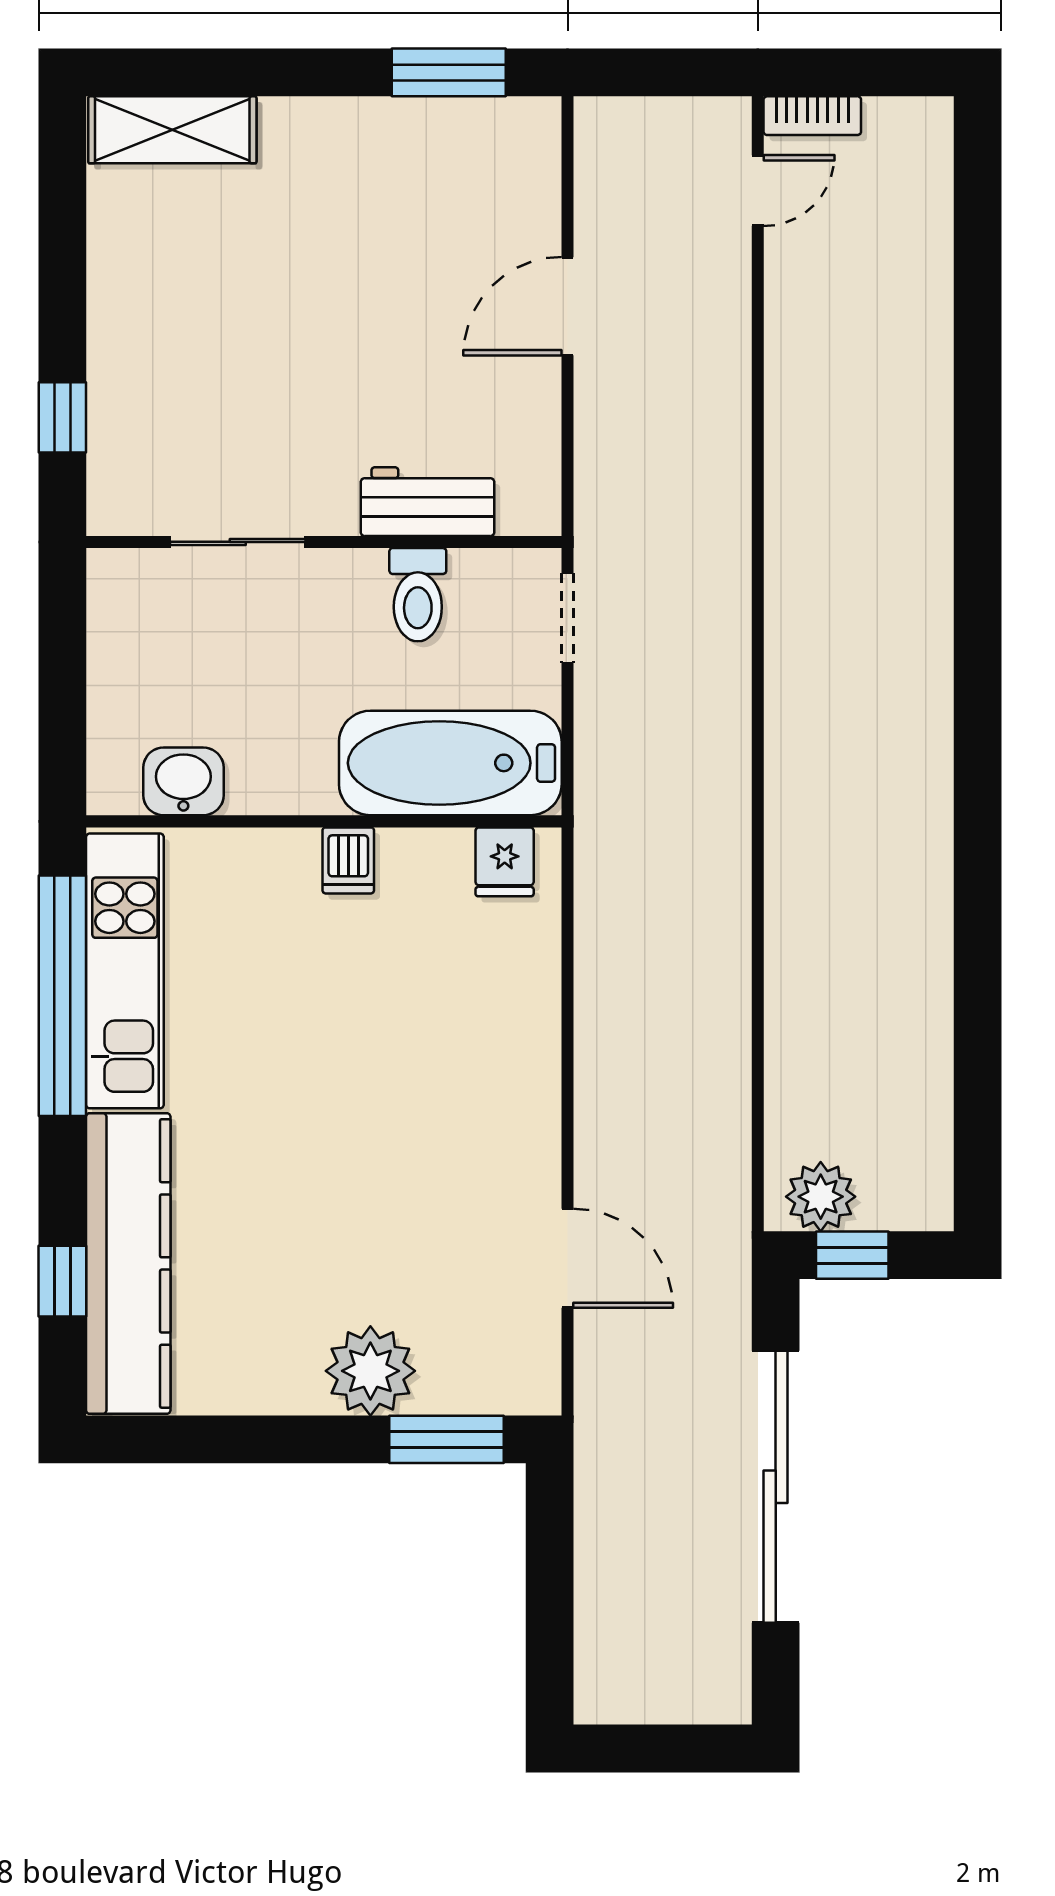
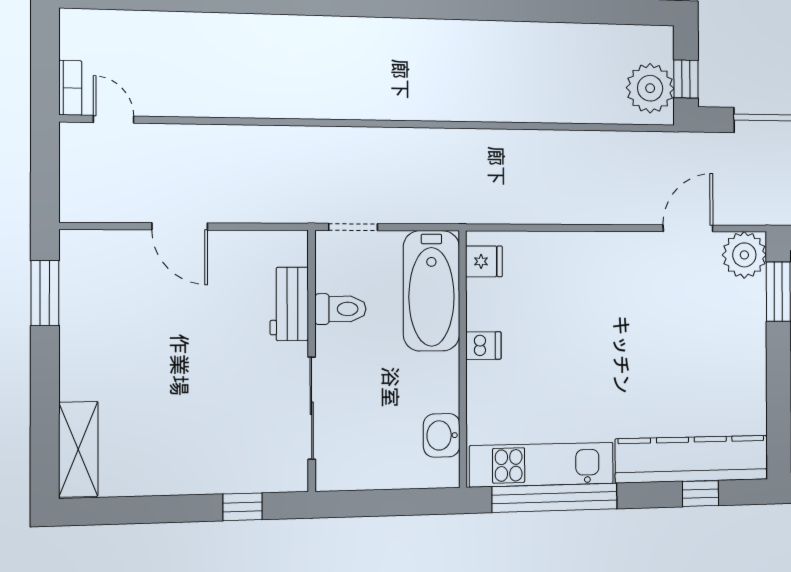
sliding door: (238, 542) -> (312, 408), width x1.37
plant: (821, 1197) -> (650, 88), width x1.36, depth x1.36
plant: (370, 1371) -> (744, 255), moved

